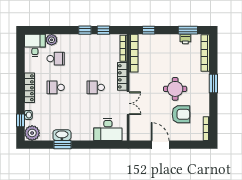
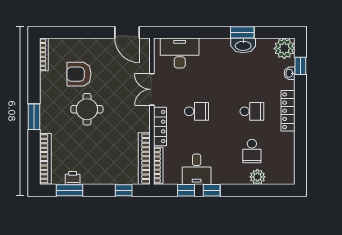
desk: (35, 45) -> (197, 169), moved
school desk: (56, 59) -> (252, 151), turned -90
door: (160, 145) -> (127, 32), moved

